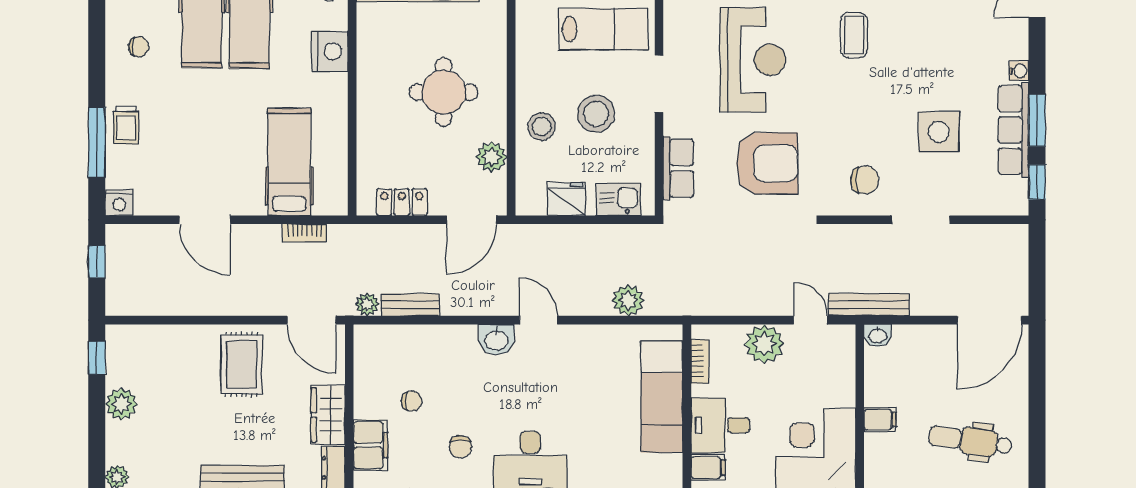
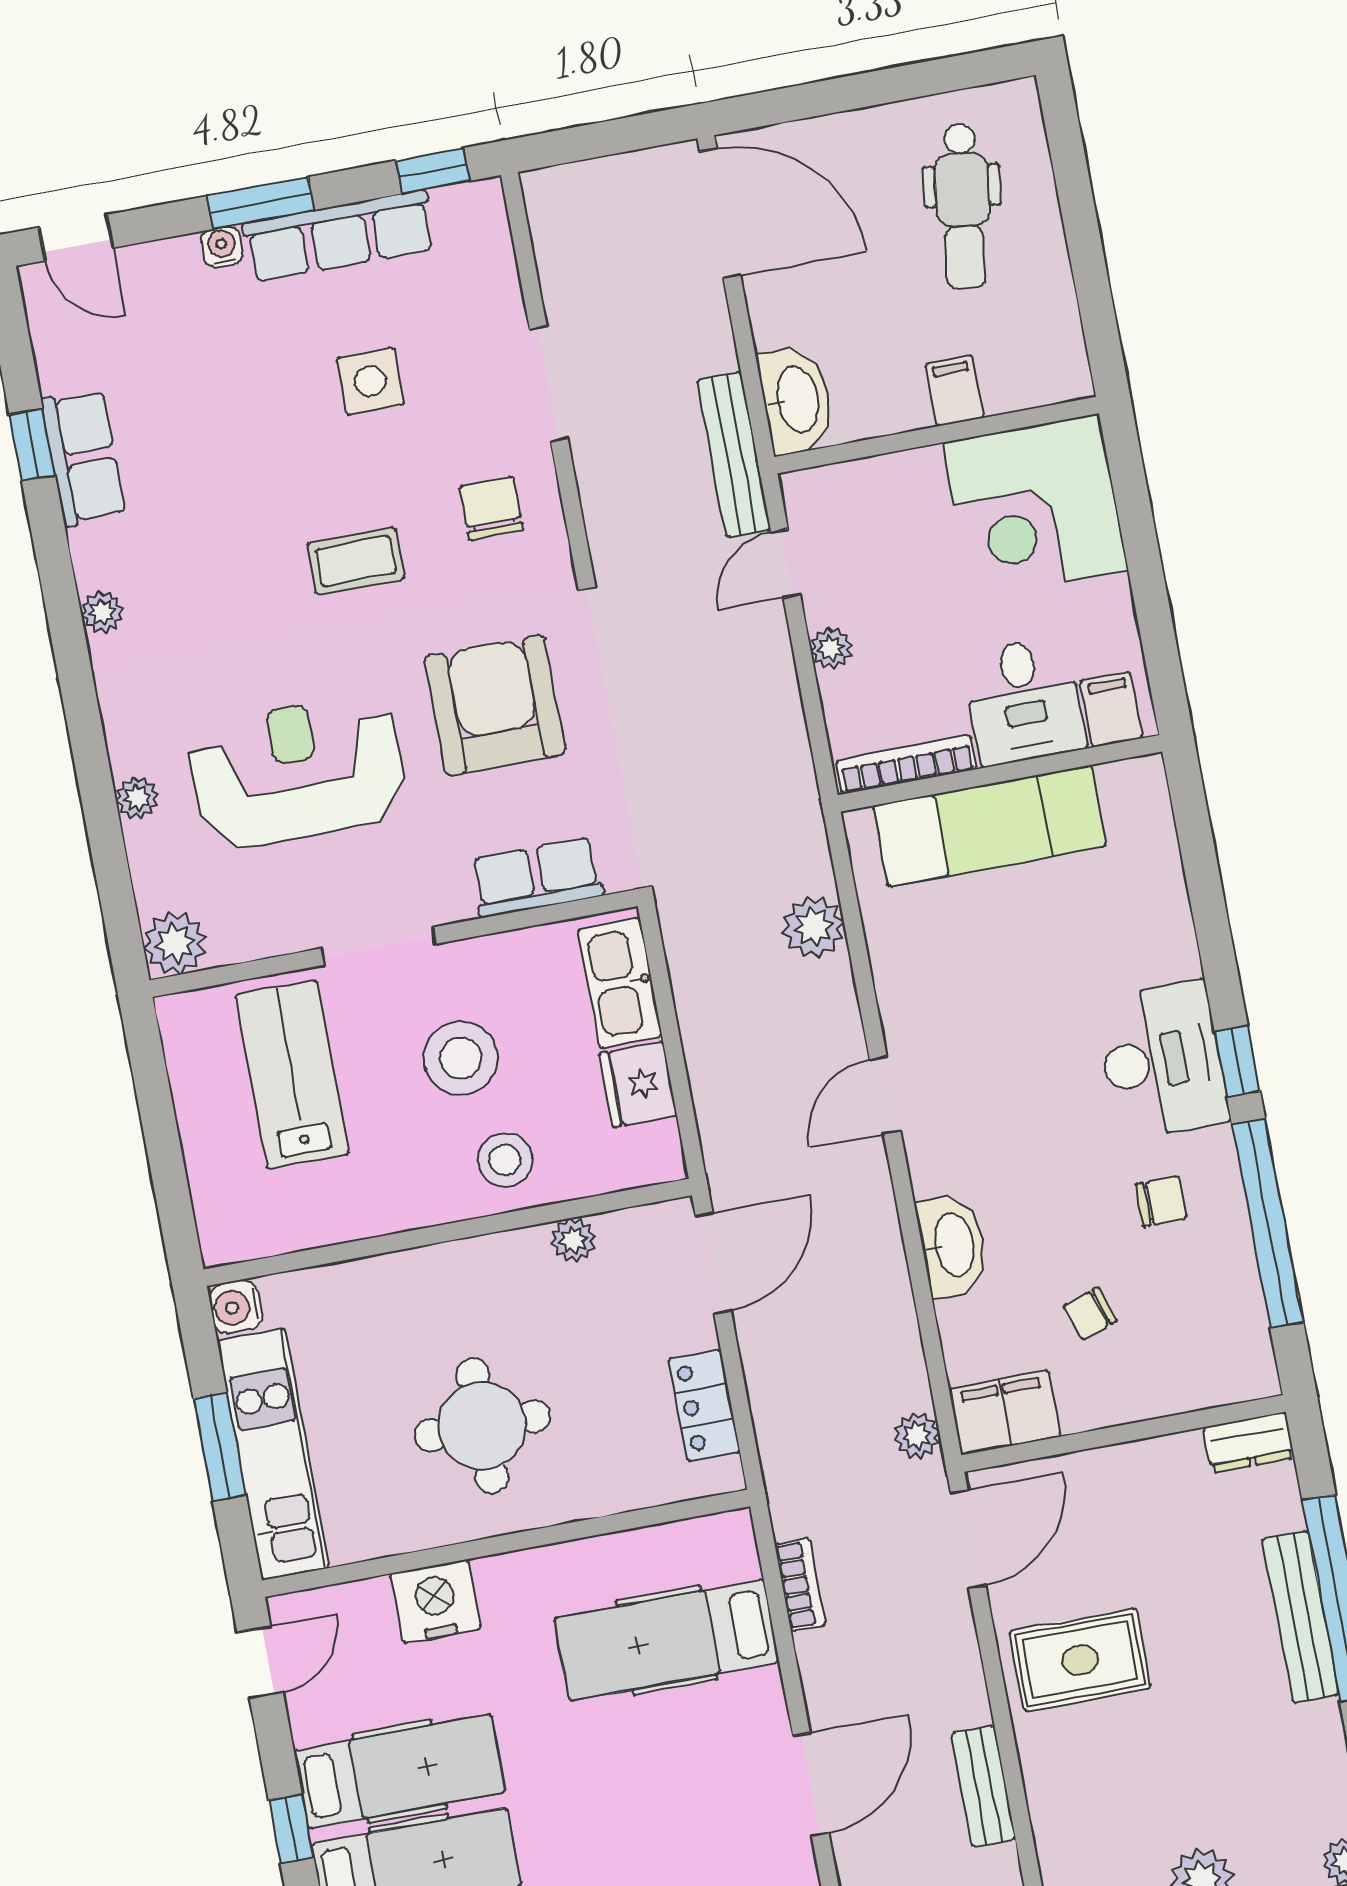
coffee table: (854, 35) -> (356, 561), moved
round table: (444, 92) -> (482, 1426), moved
window: (1037, 120) -> (261, 203), moved
side table: (939, 132) -> (370, 381), width x0.73, depth x0.73
plant: (492, 157) -> (573, 1240), width x0.73, depth x0.73
kitchen sink: (618, 199) -> (620, 983), width x1.38
door: (471, 220) -> (713, 1263), hinge flipped
bench: (410, 305) -> (983, 1786), moved
washbasin: (878, 335) -> (796, 400), width x1.91, depth x1.45
washbasin: (496, 340) -> (953, 1245), moved, width x1.38
plant: (764, 344) -> (831, 648), width x0.53, depth x0.53
bookcase: (700, 361) -> (907, 764), width x1.56
chair: (412, 401) -> (1090, 1314), turned -108
wardrobe: (328, 415) -> (1147, 1472), removed
filing cabinet: (370, 445) -> (1005, 1413), moved

